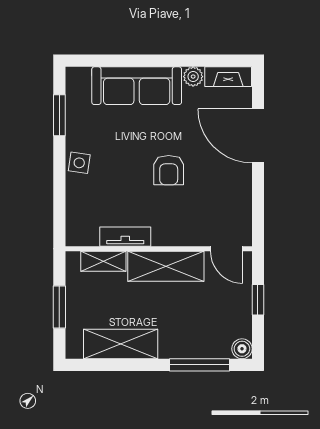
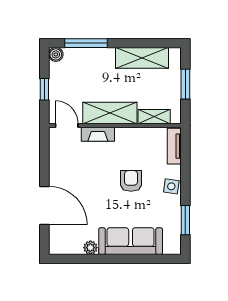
fireplace: (228, 77) -> (98, 134), moved, turned 180
armchair: (169, 170) -> (131, 181), moved
tv unit: (125, 237) -> (174, 146), moved, turned 90

